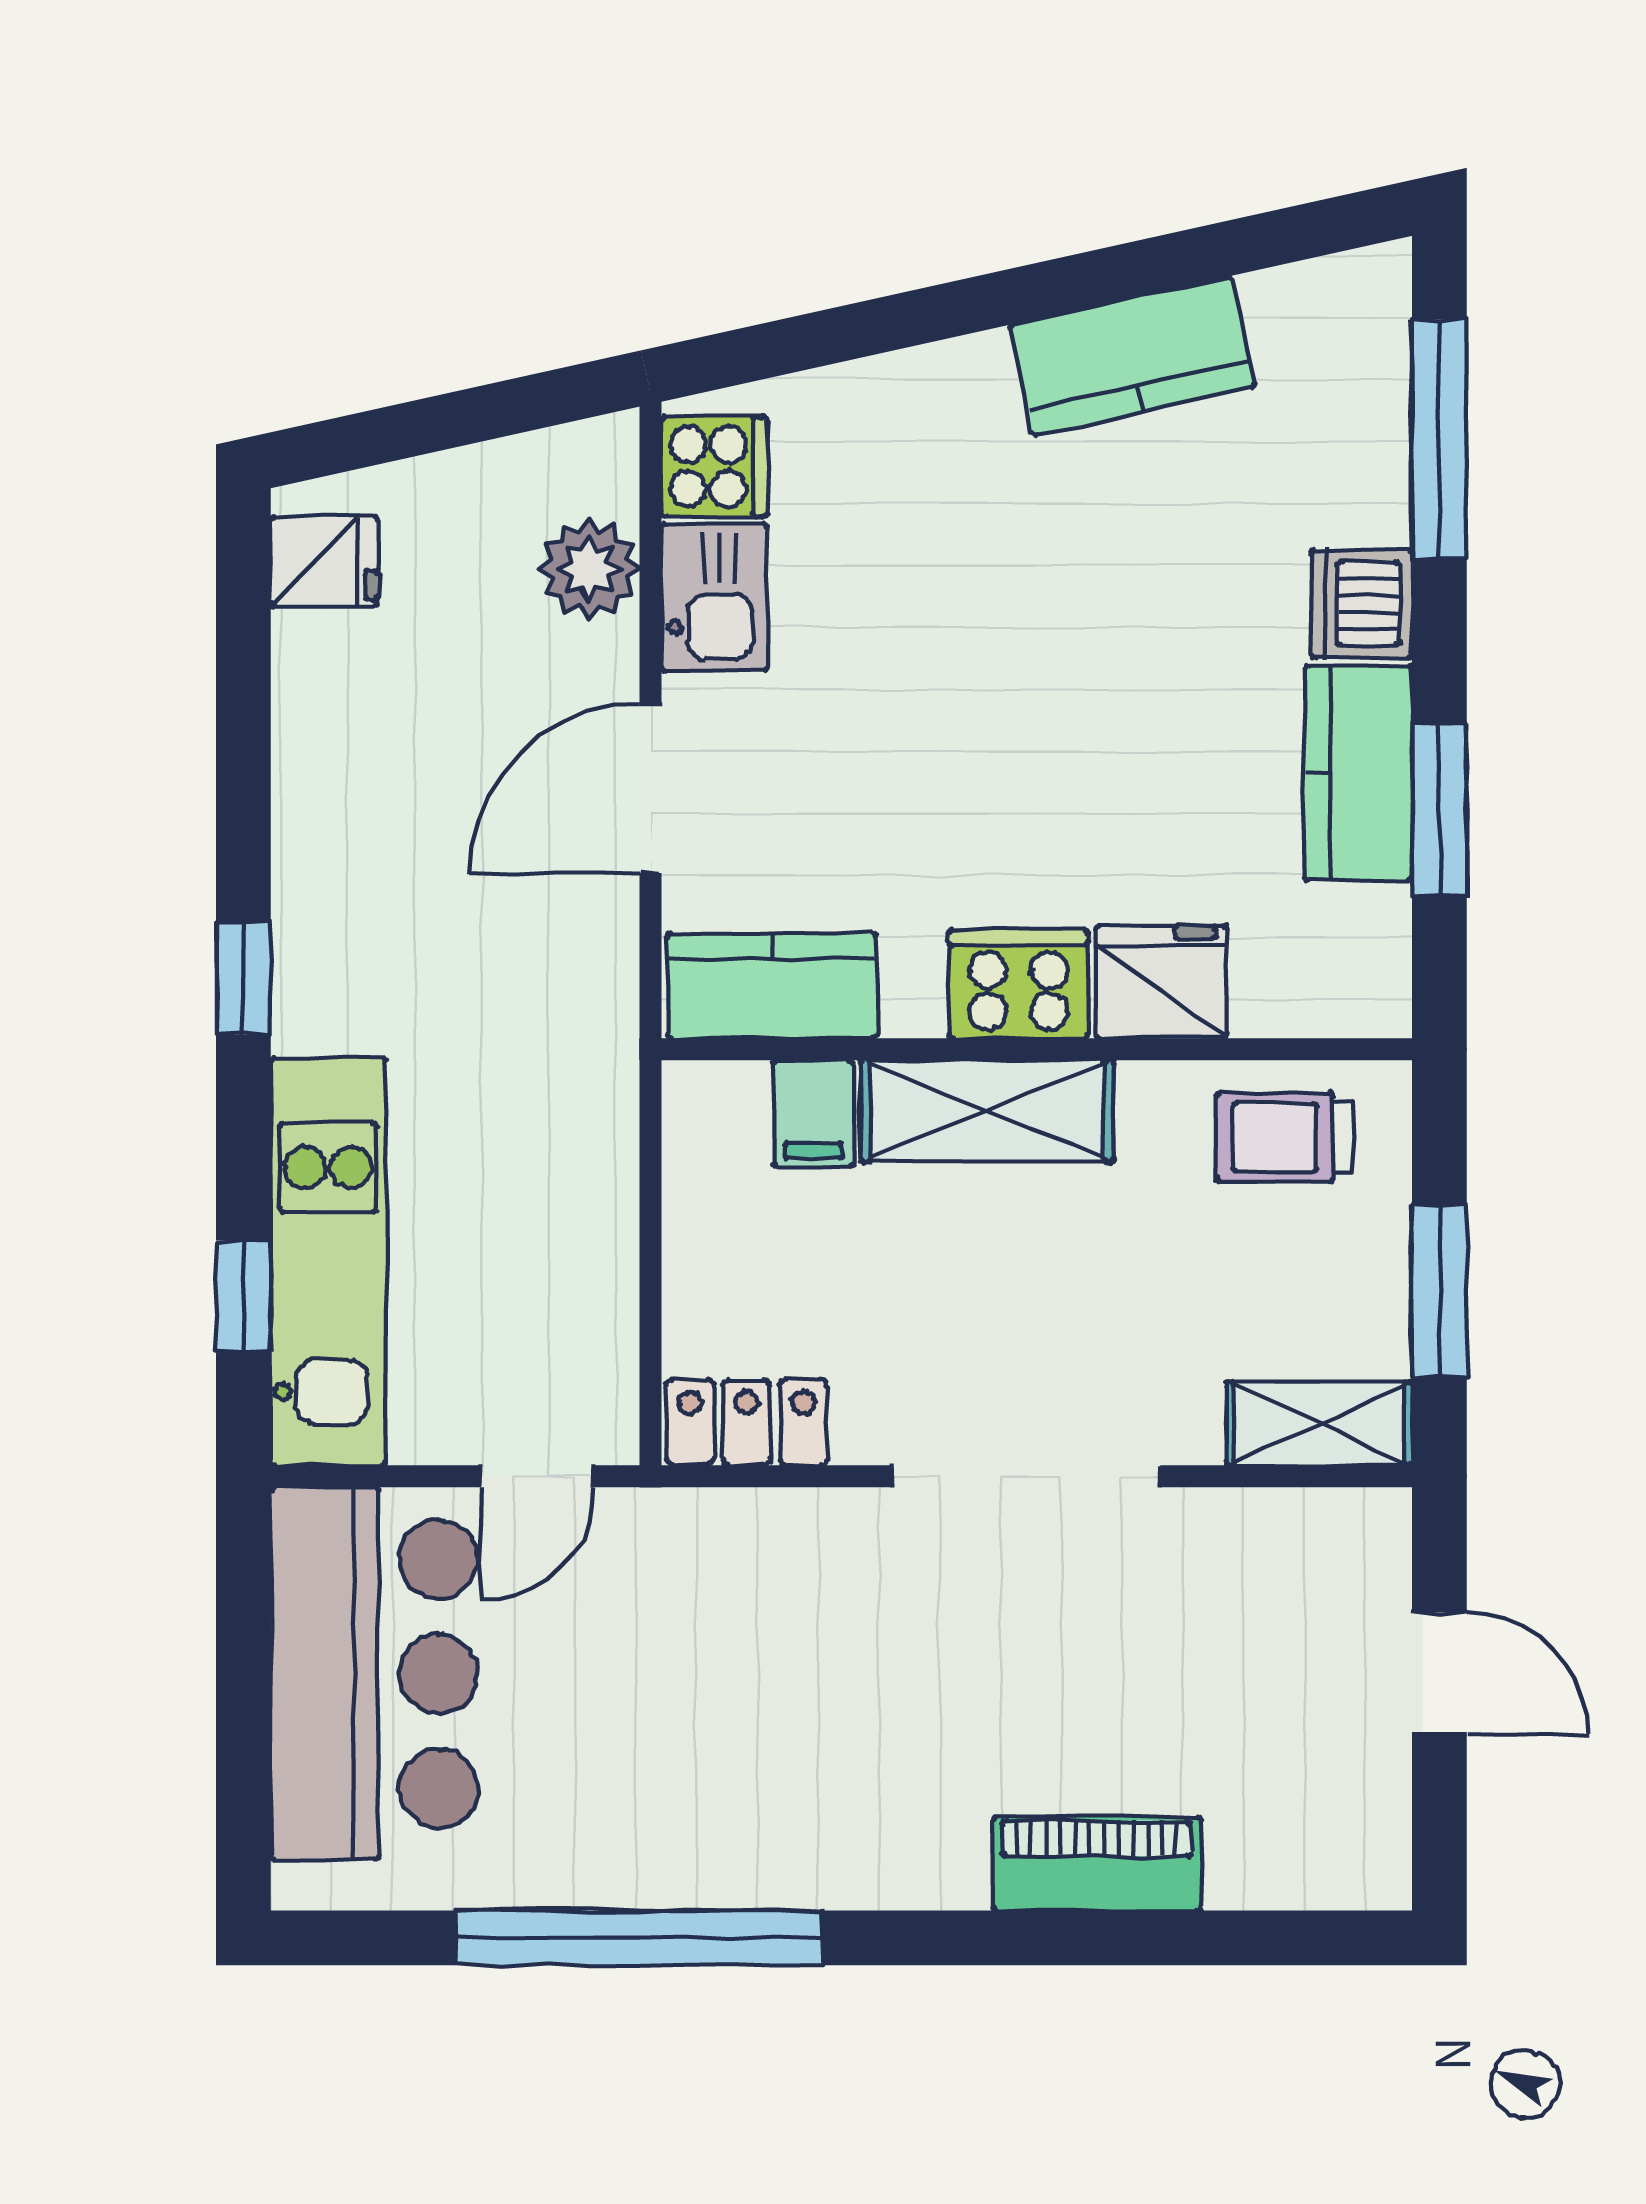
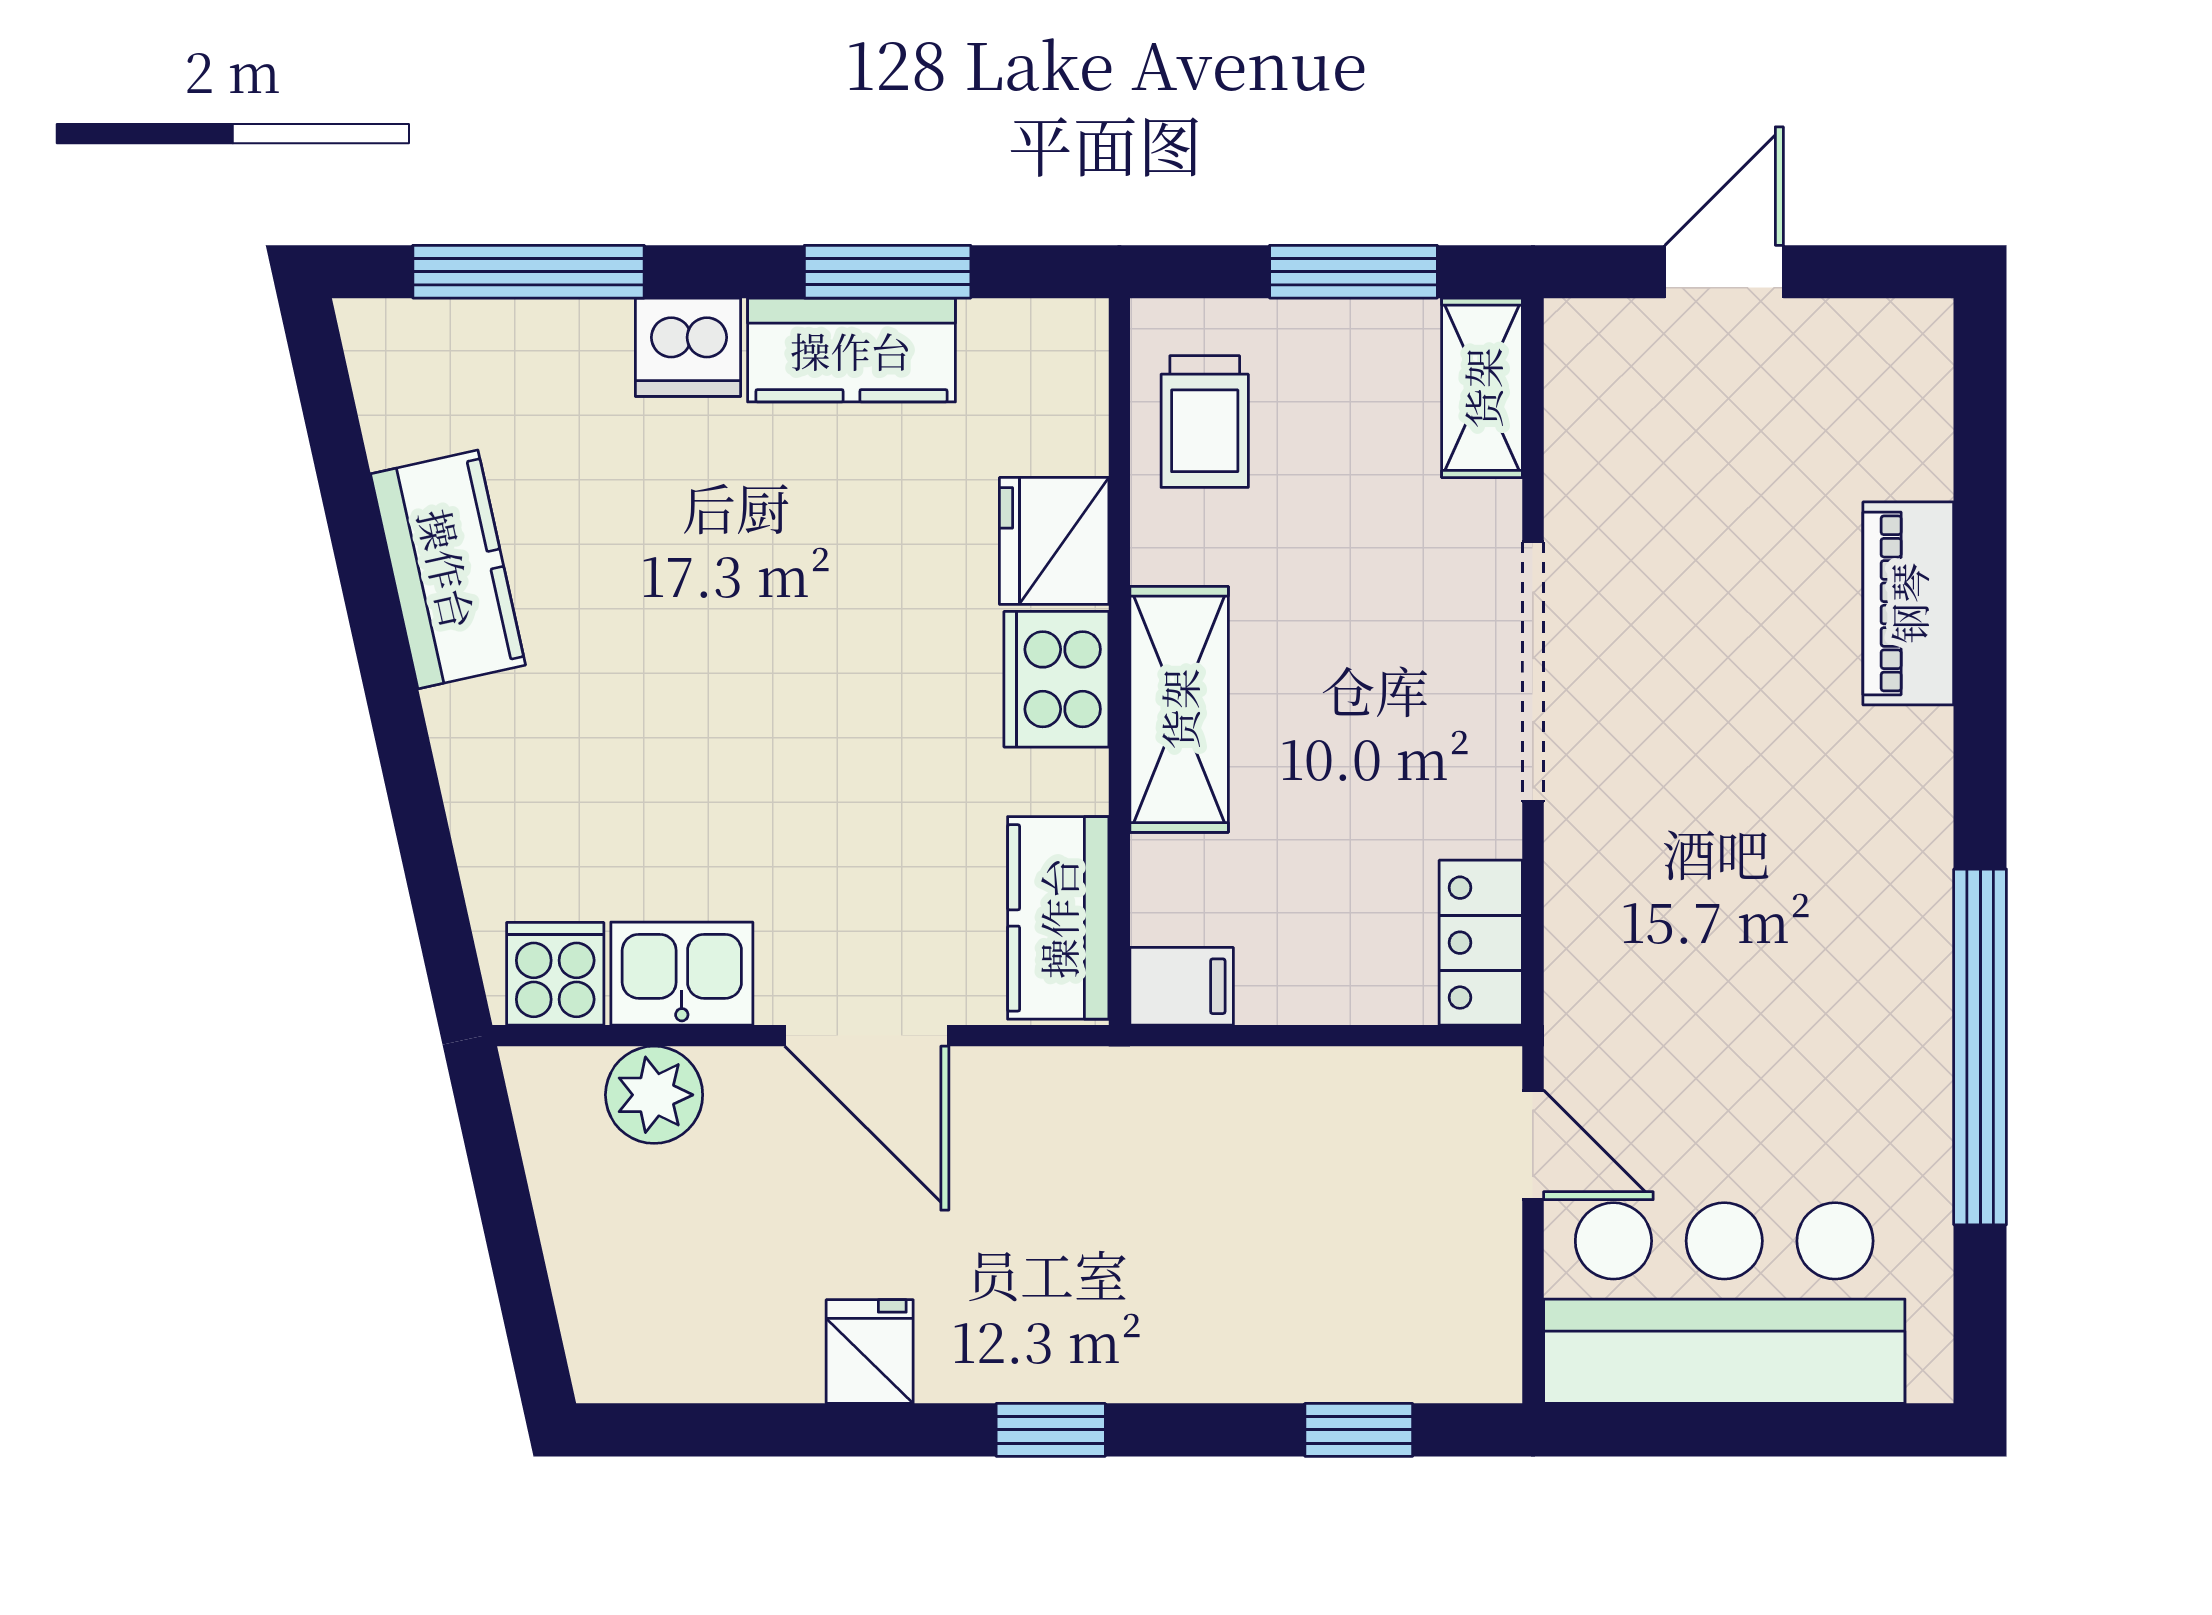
fridge: (324, 561) -> (870, 1352), moved
filing cabinet: (813, 1113) -> (1182, 986), moved
kitchen unit: (328, 1261) -> (1325, 1348), removed

